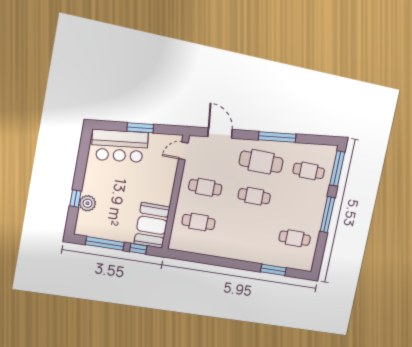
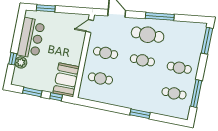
window: (140, 128) -> (46, 8), moved
bar counter: (120, 146) -> (31, 38), moved, turned -83
cafe table: (309, 171) -> (179, 68), moved
window: (327, 215) -> (196, 93), moved
window: (105, 243) -> (32, 92), width x0.69
window: (273, 270) -> (140, 114), moved

